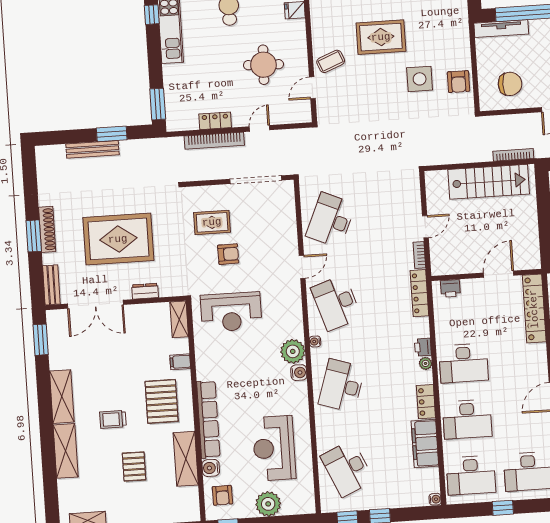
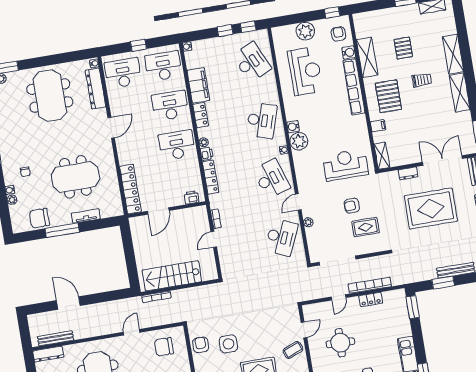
plant: (291, 237) -> (308, 222), added
locker: (419, 293) -> (211, 177), moved

